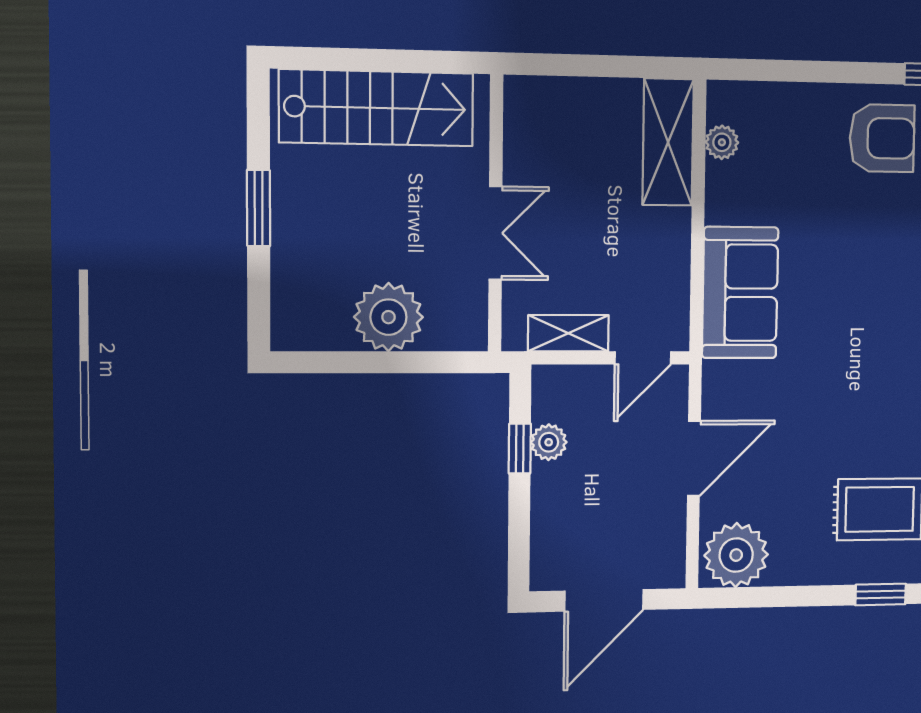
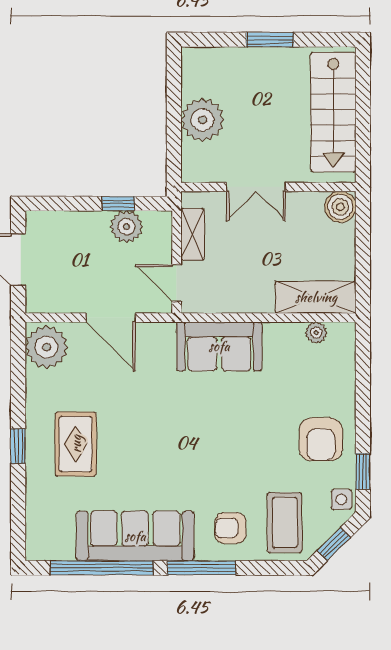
boiler: (528, 100) -> (340, 207), added
plant: (549, 442) -> (126, 227), width x1.38, depth x1.38

